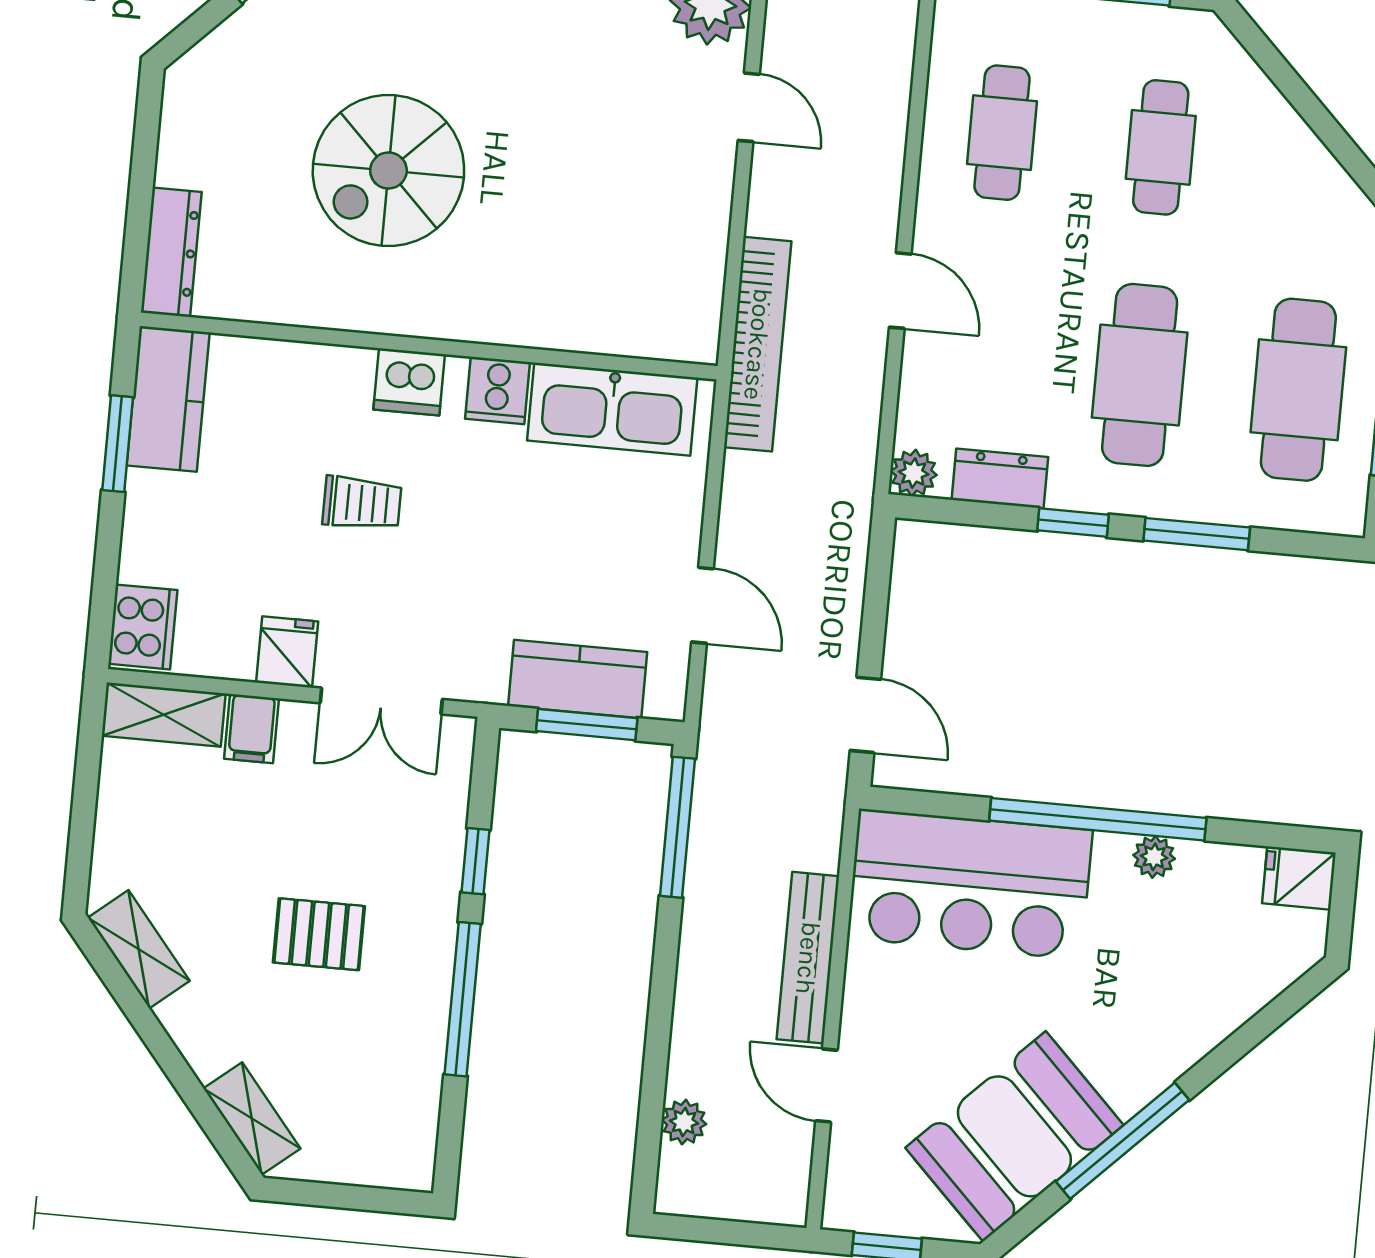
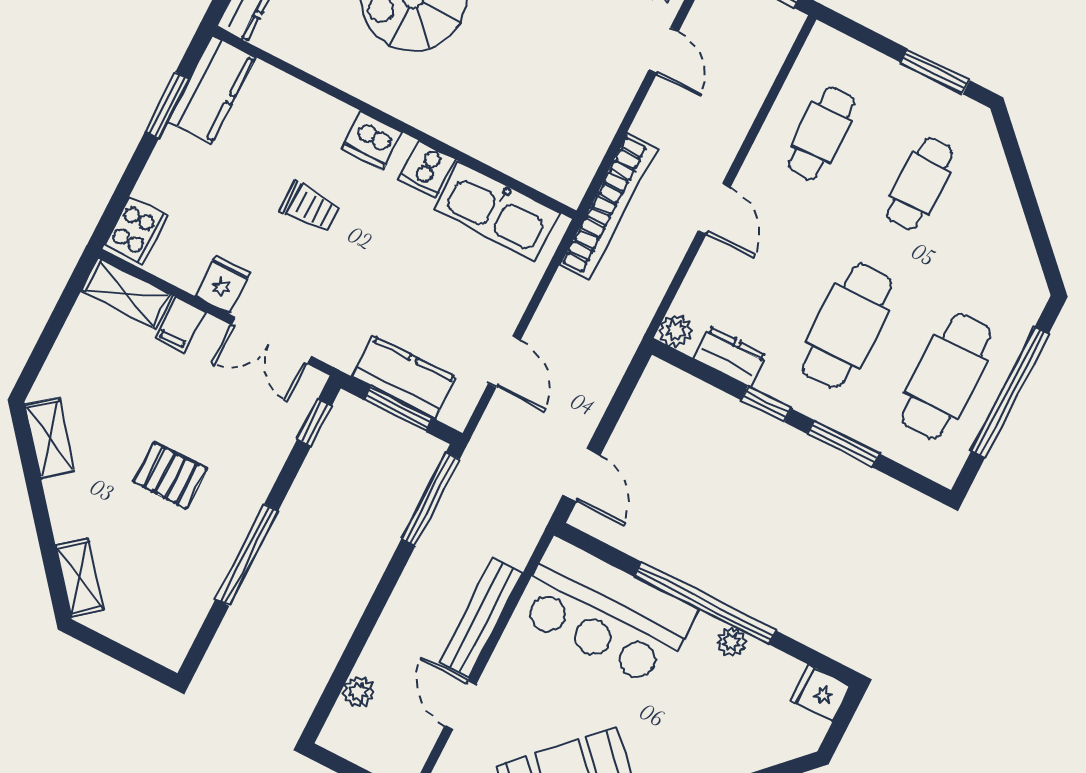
window: (475, 861) -> (315, 422), moved

